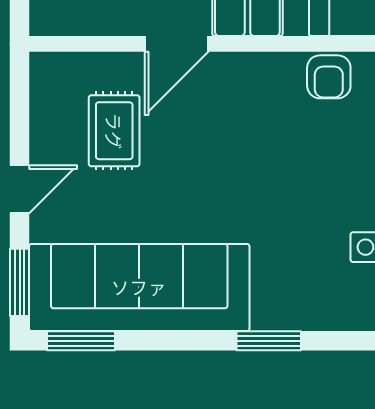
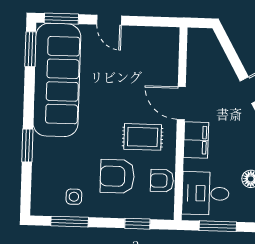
rug: (114, 131) -> (143, 137), moved
armchair: (323, 164) -> (117, 176), added

